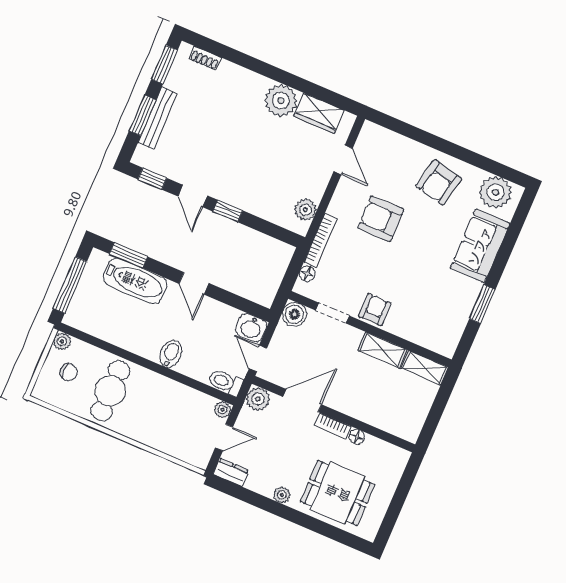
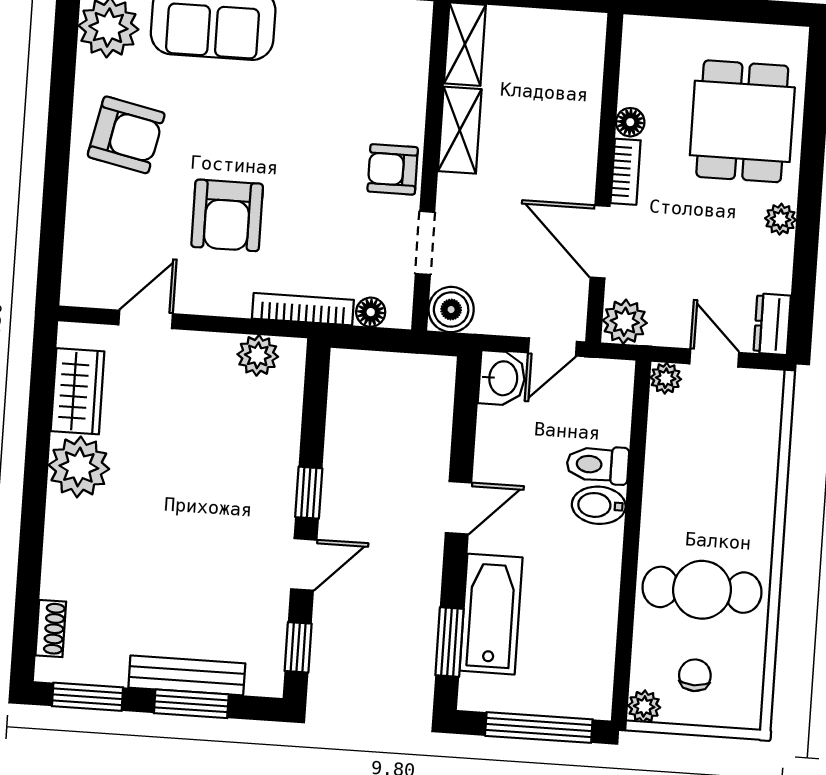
toilet: (225, 382) -> (598, 465), moved, turned 90

